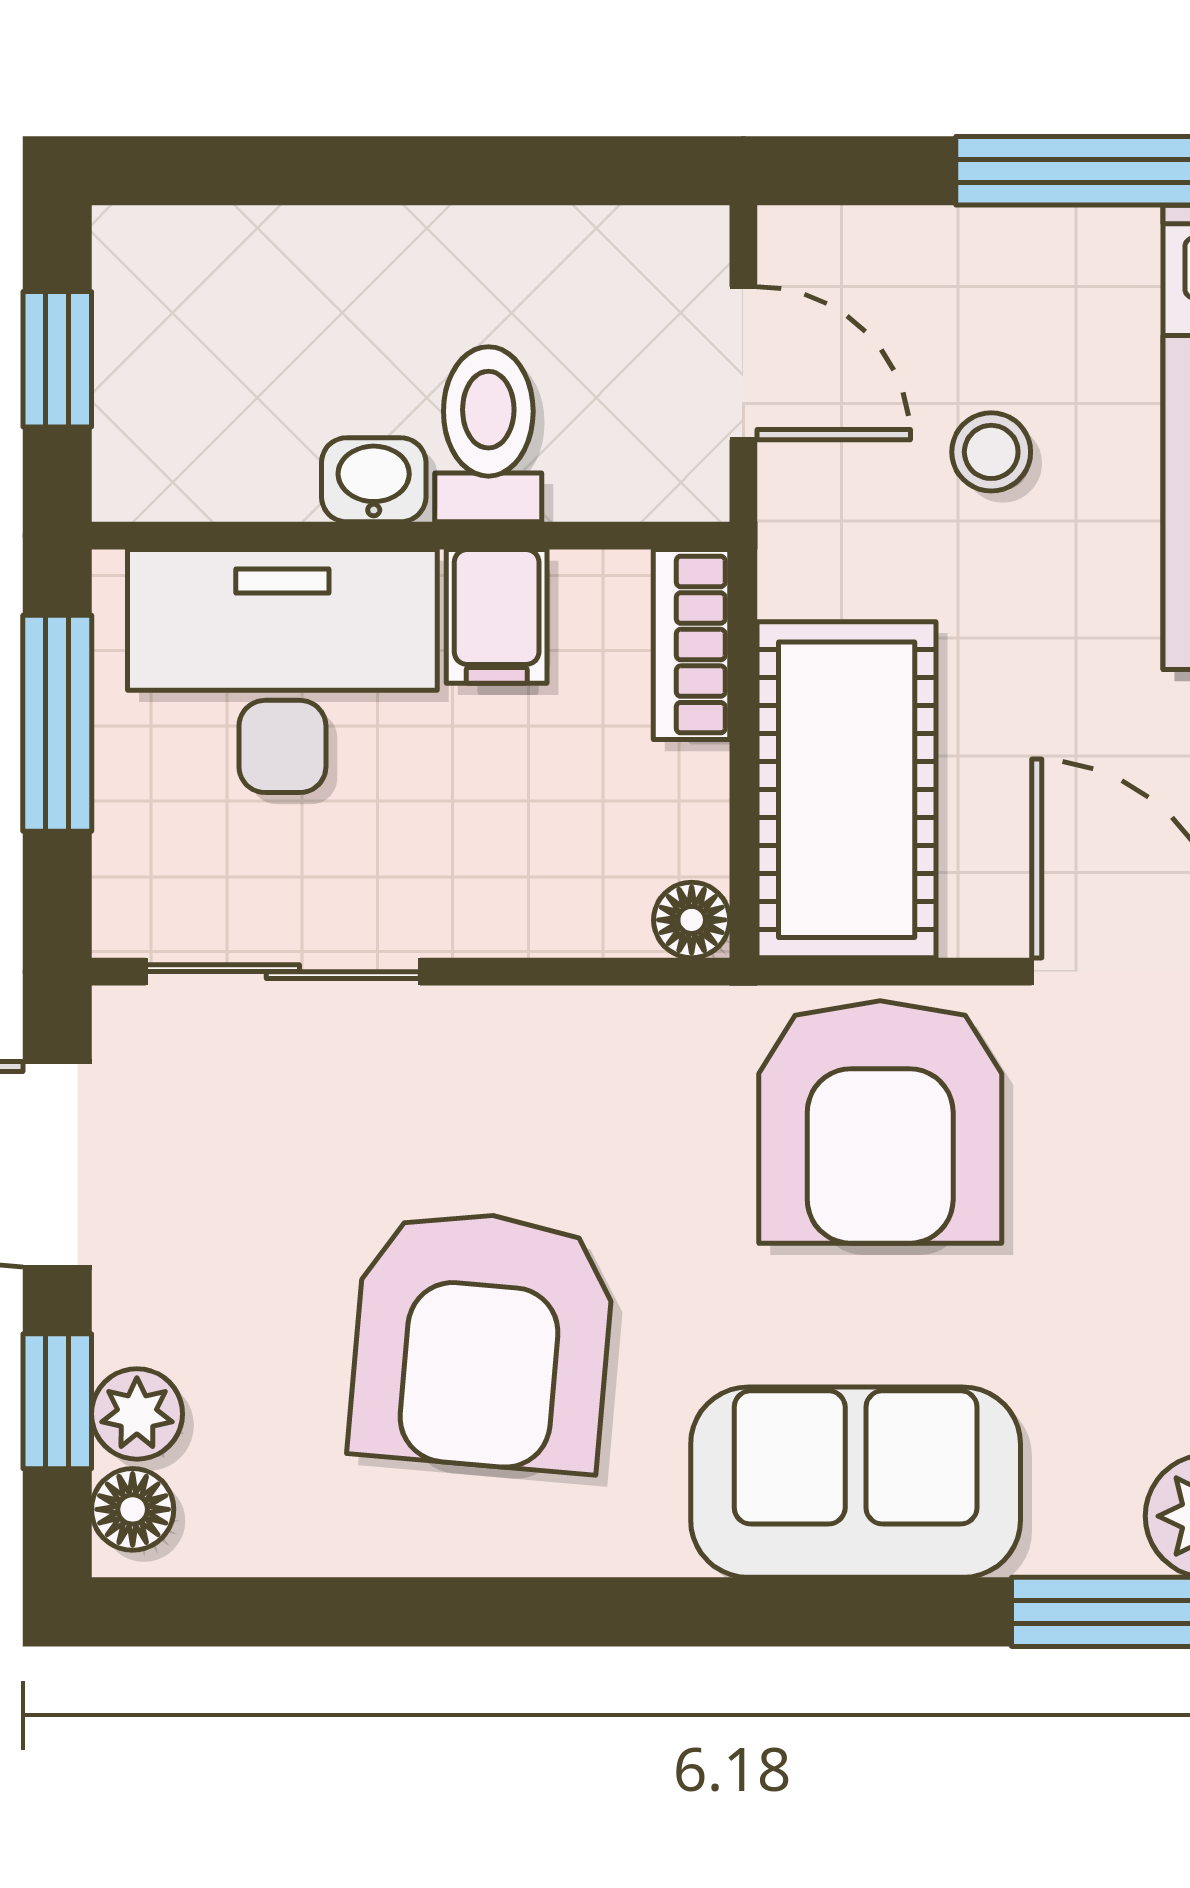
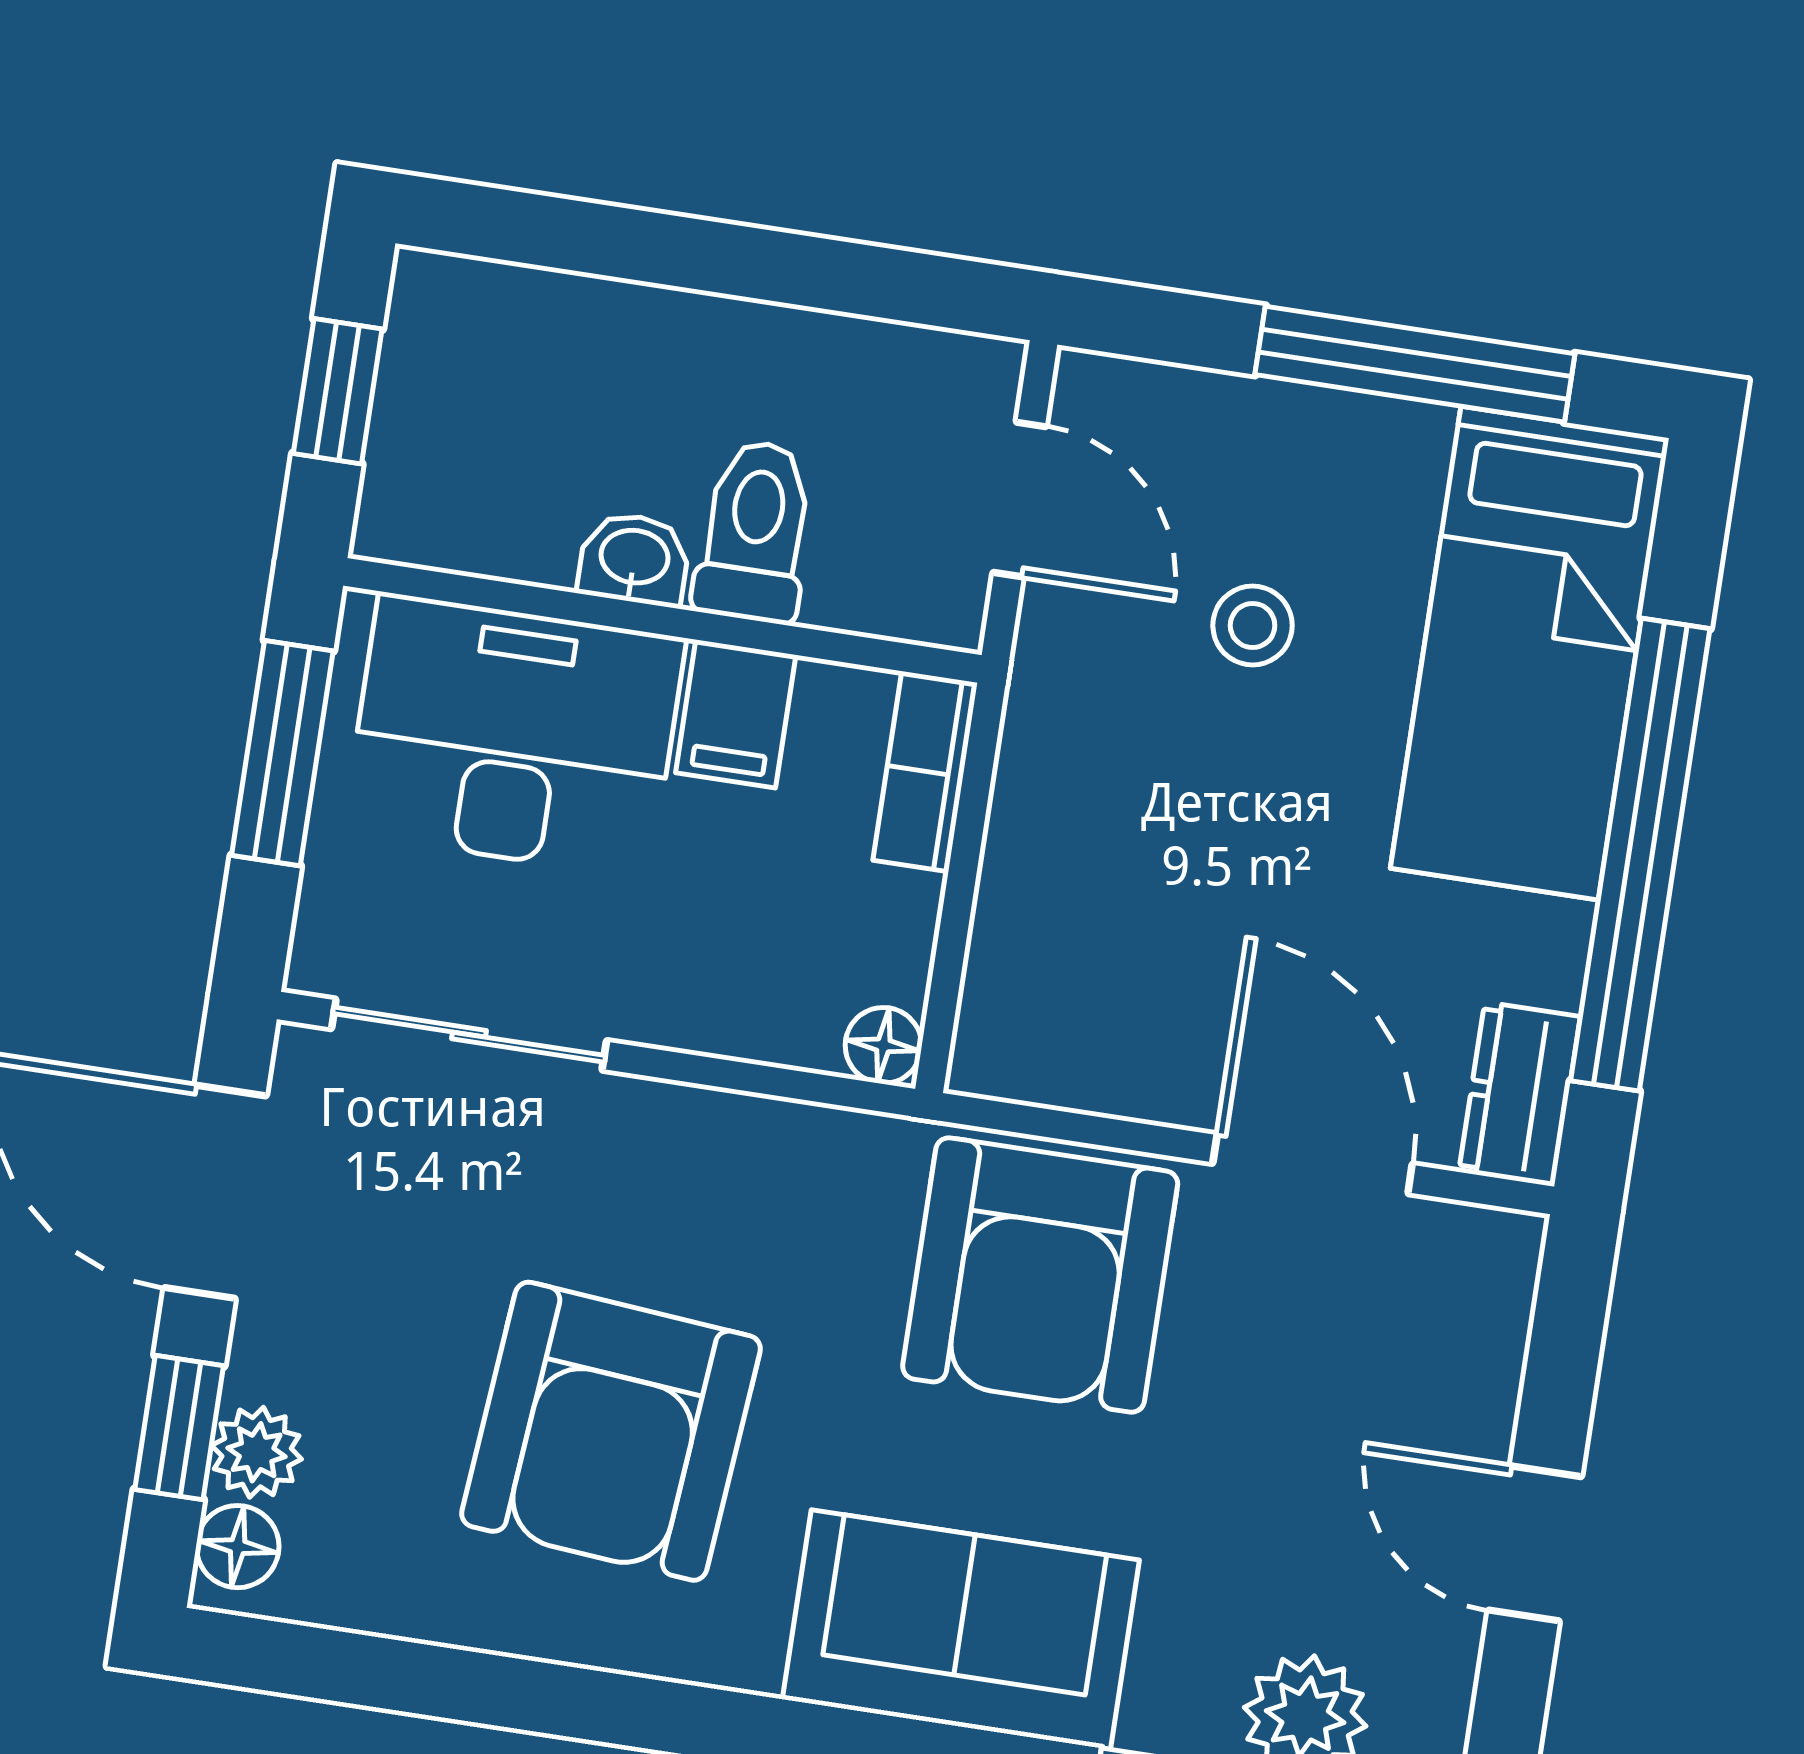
cot: (847, 790) -> (1057, 939), removed

